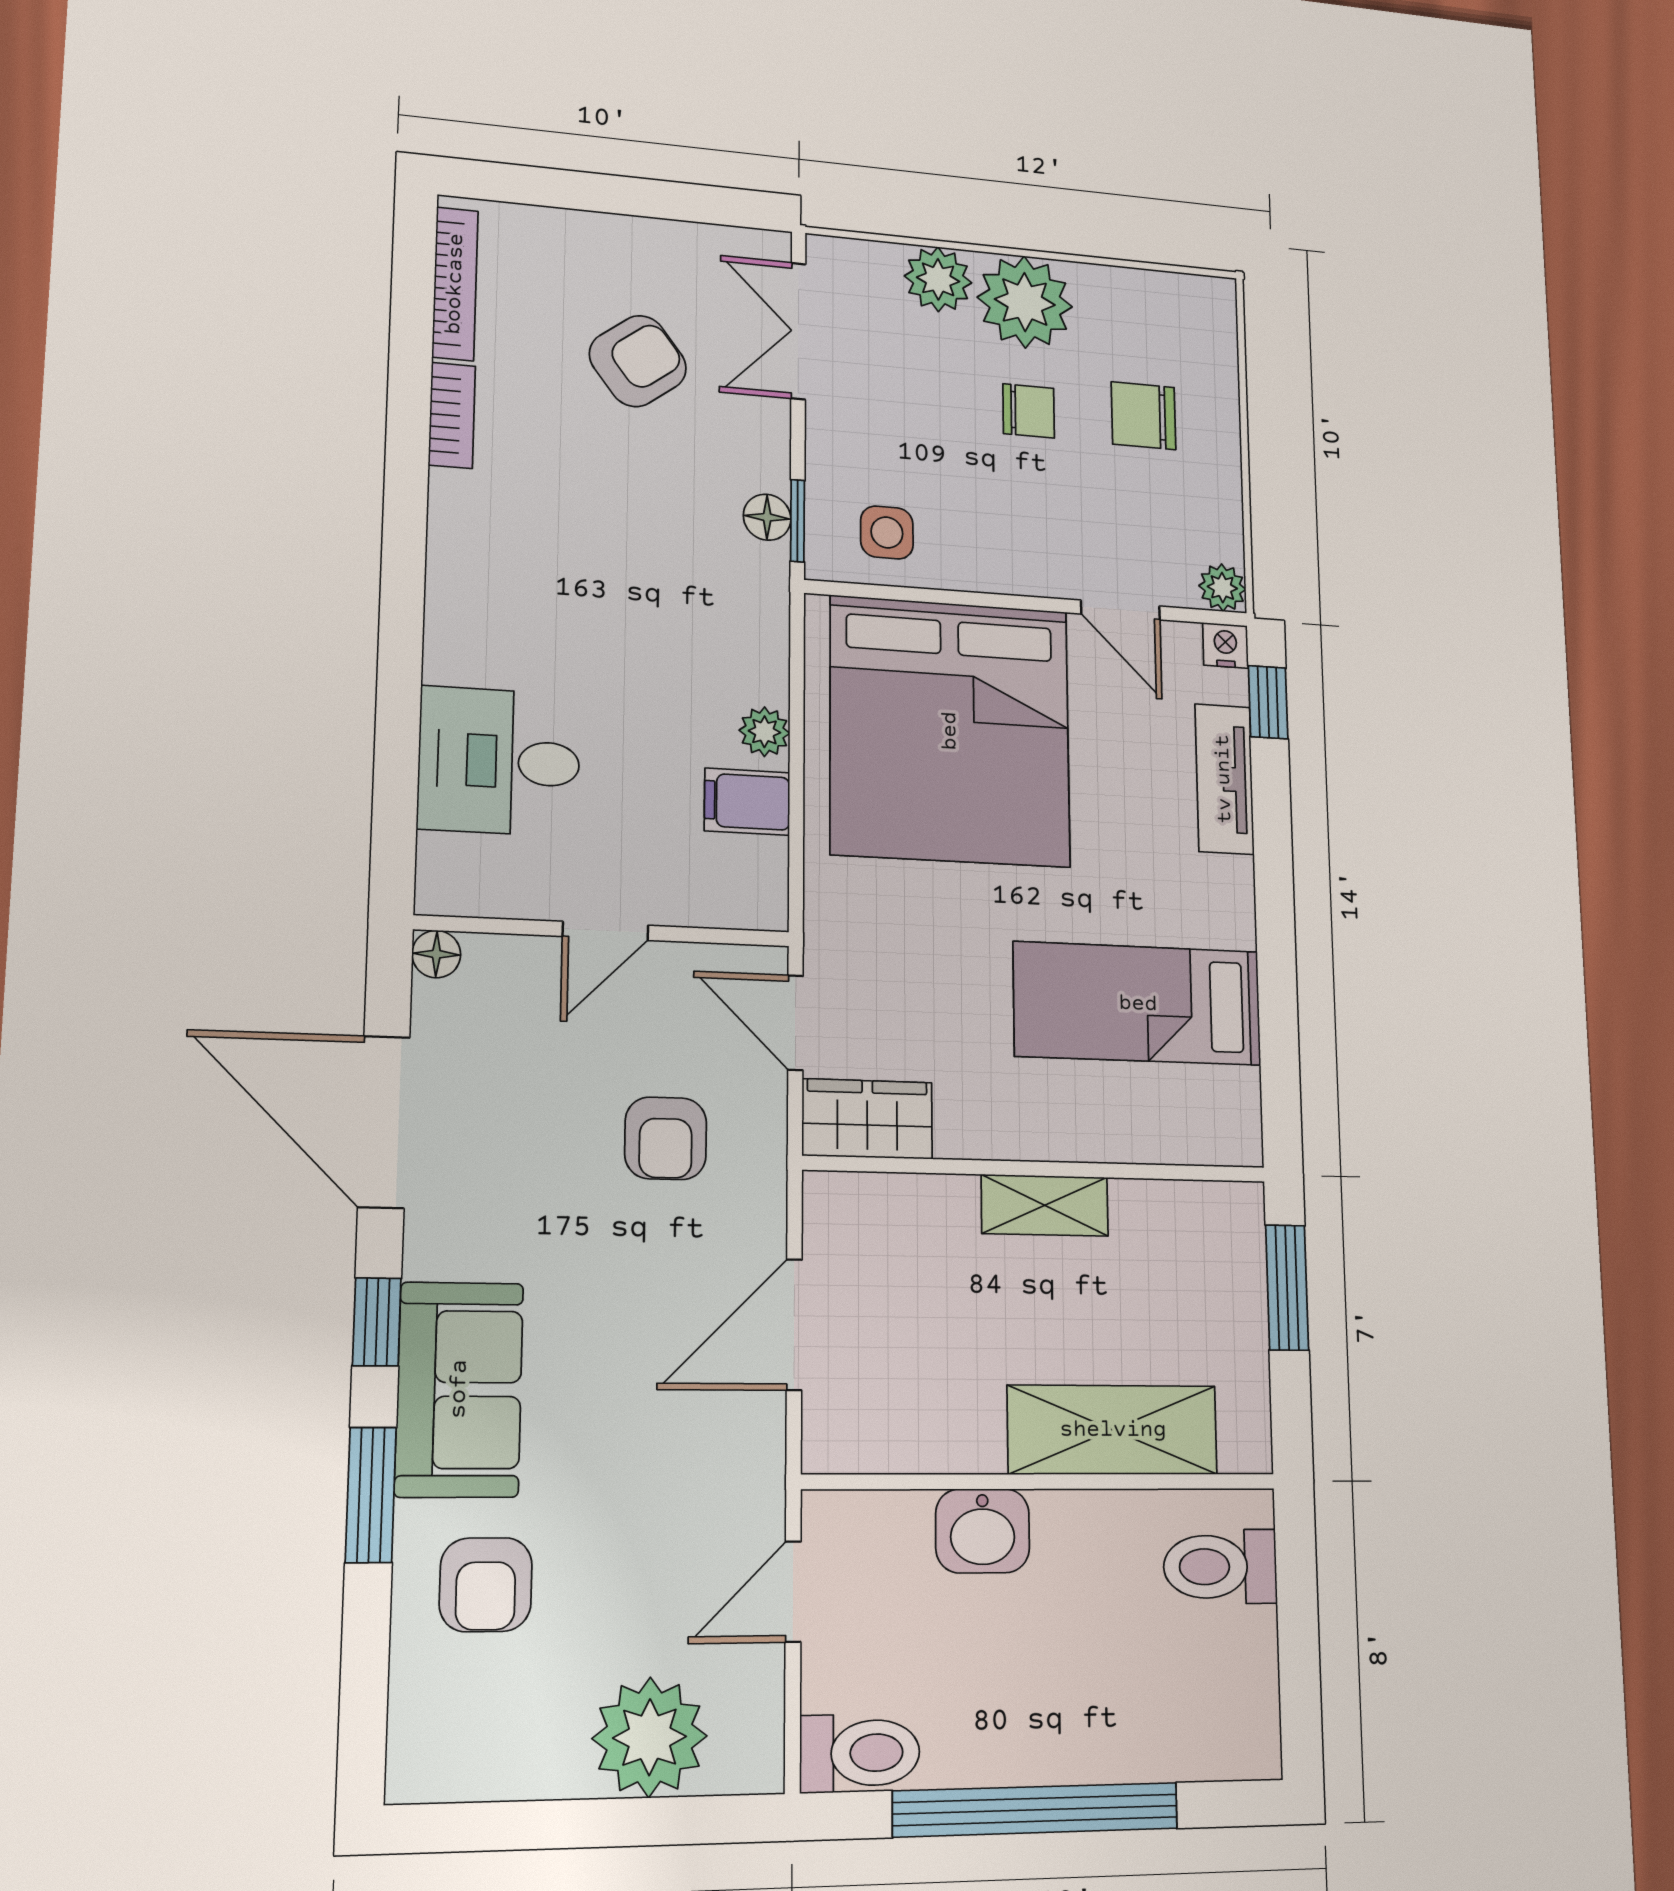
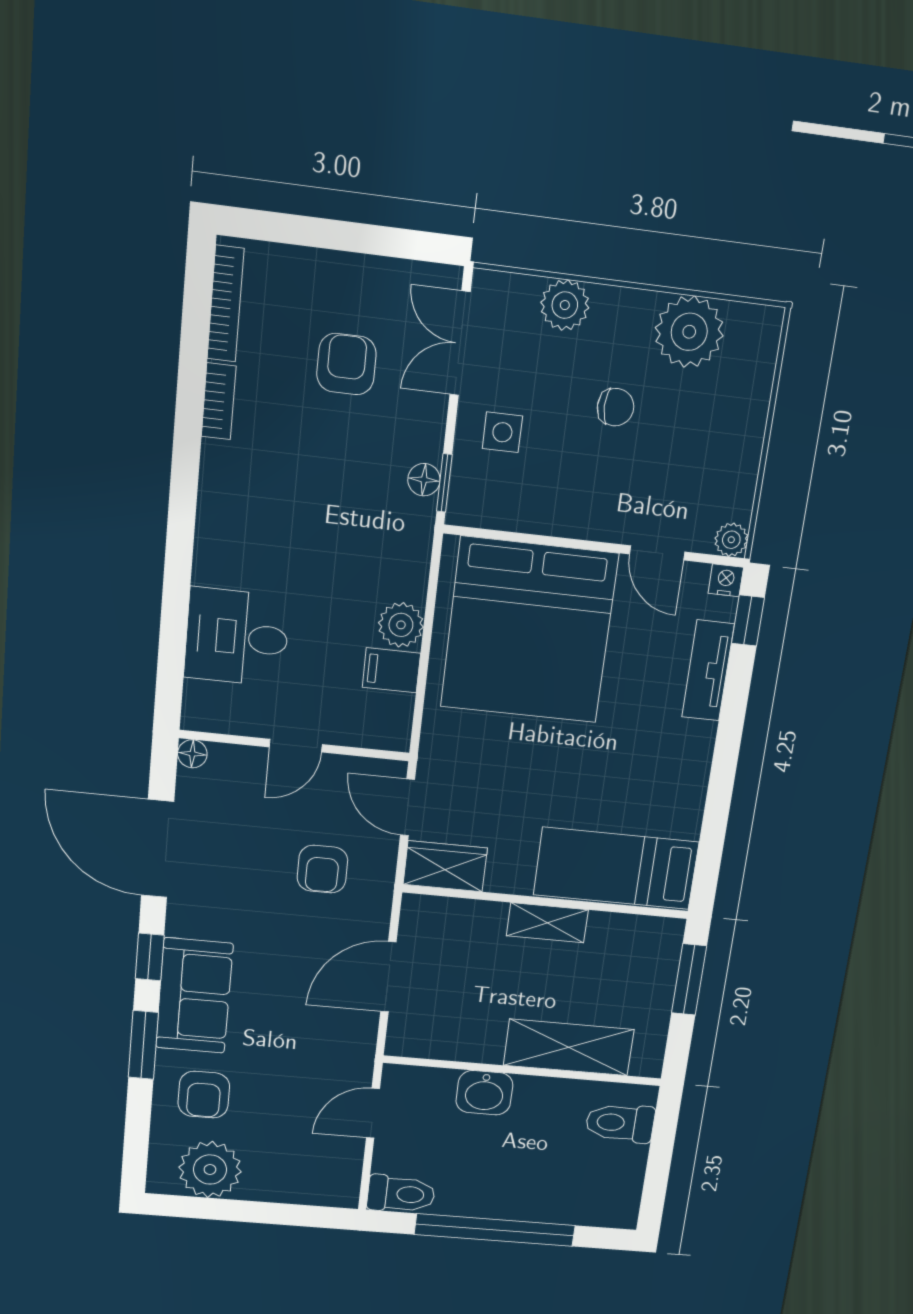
plant: (1025, 302) -> (689, 332), moved
armchair: (638, 361) -> (346, 364), turned -53
chair: (1144, 416) -> (698, 413), removed
side table: (887, 533) -> (502, 432), moved
plant: (764, 732) -> (401, 625), width x1.38, depth x1.38
bed: (1138, 1004) -> (616, 868), moved
plant: (650, 1737) -> (210, 1169), moved

